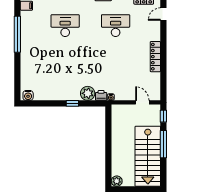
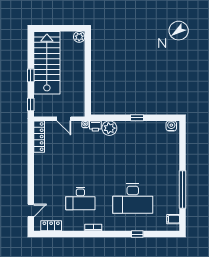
desk: (65, 26) -> (133, 199), width x1.36, depth x1.30
locker: (155, 57) -> (39, 137), moved
door: (142, 102) -> (64, 119), moved
window: (72, 103) -> (137, 118), moved
window: (163, 144) -> (31, 75), width x0.46

